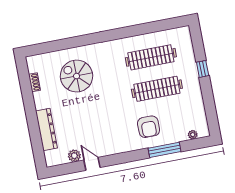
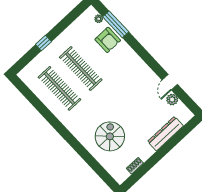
spiral stairs: (77, 76) -> (110, 136), turned 180
armchair: (149, 127) -> (108, 40), moved, turned 90
window: (164, 150) -> (116, 24), moved

